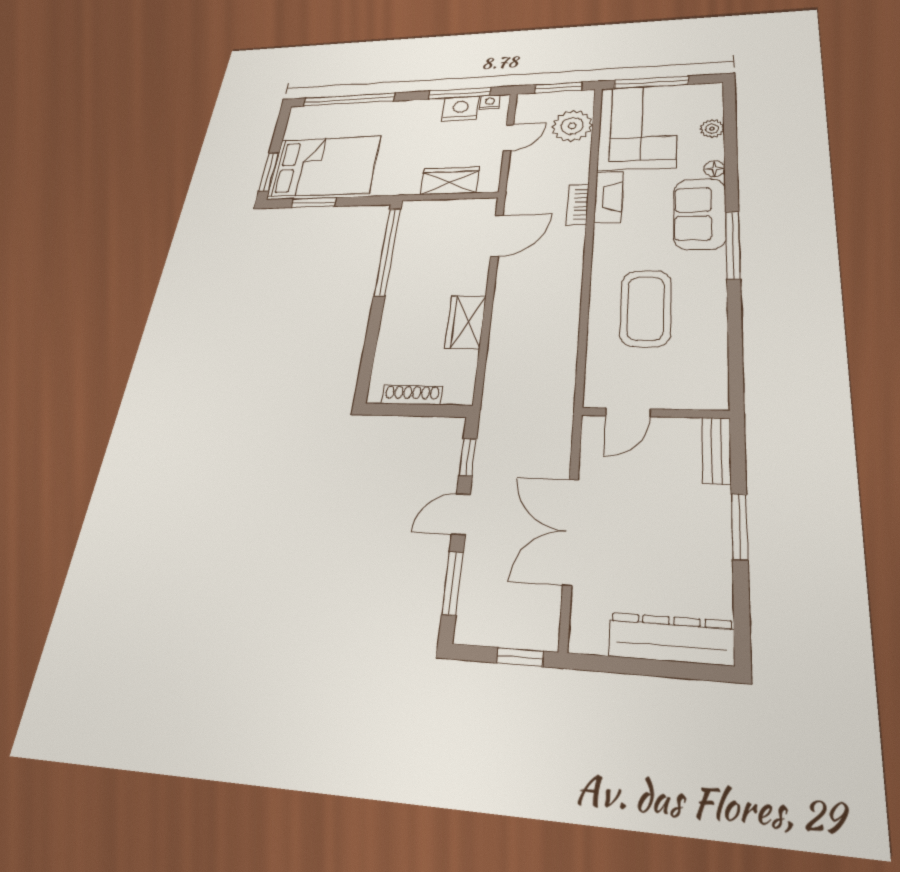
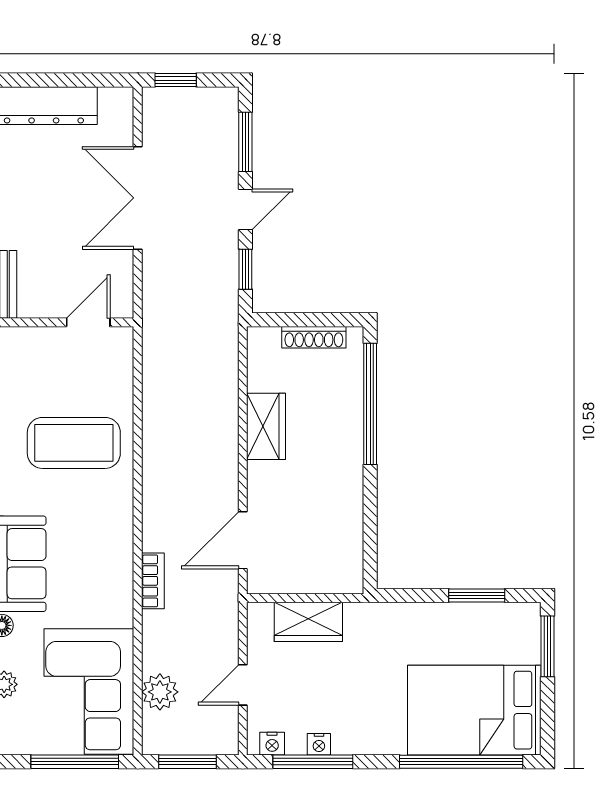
nightstand: (461, 109) -> (319, 744), width x0.53, depth x0.56
plant: (572, 126) -> (160, 692), width x0.73, depth x0.73
bed: (324, 166) -> (474, 710), moved
fireplace: (609, 197) -> (118, 590), removed
window: (388, 251) -> (370, 404), moved
coffee table: (646, 308) -> (74, 443), turned 90
double door: (571, 531) -> (138, 198), swing flipped

